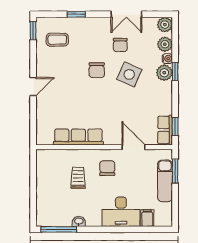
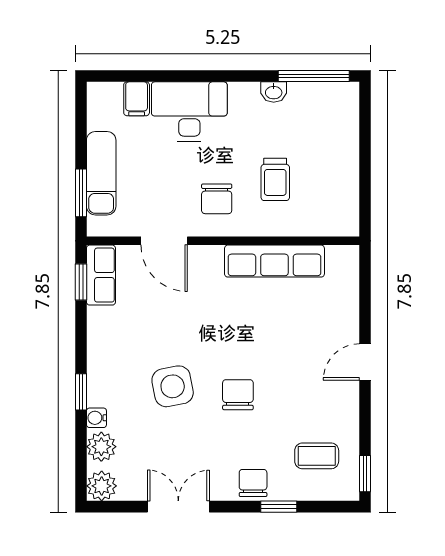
chair: (120, 45) -> (253, 483), moved
plant: (164, 73) -> (103, 390), removed
side table: (129, 74) -> (173, 386), turned -35

